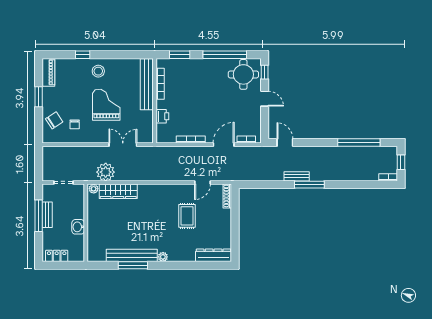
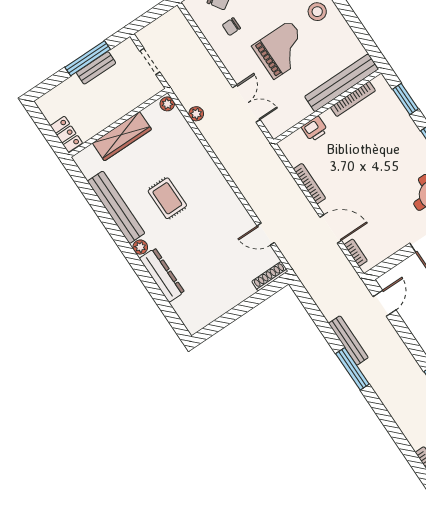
plant: (106, 172) -> (196, 114), width x0.53, depth x0.53
bench: (297, 176) -> (348, 340), width x1.36
wardrobe: (118, 191) -> (122, 136), moved, turned -90
rug: (187, 216) -> (167, 198), moved, turned 90
washbasin: (78, 227) -> (107, 117), removed
dresser: (214, 255) -> (162, 275), moved
locker: (57, 256) -> (66, 134), moved
window: (133, 265) -> (105, 217), removed

